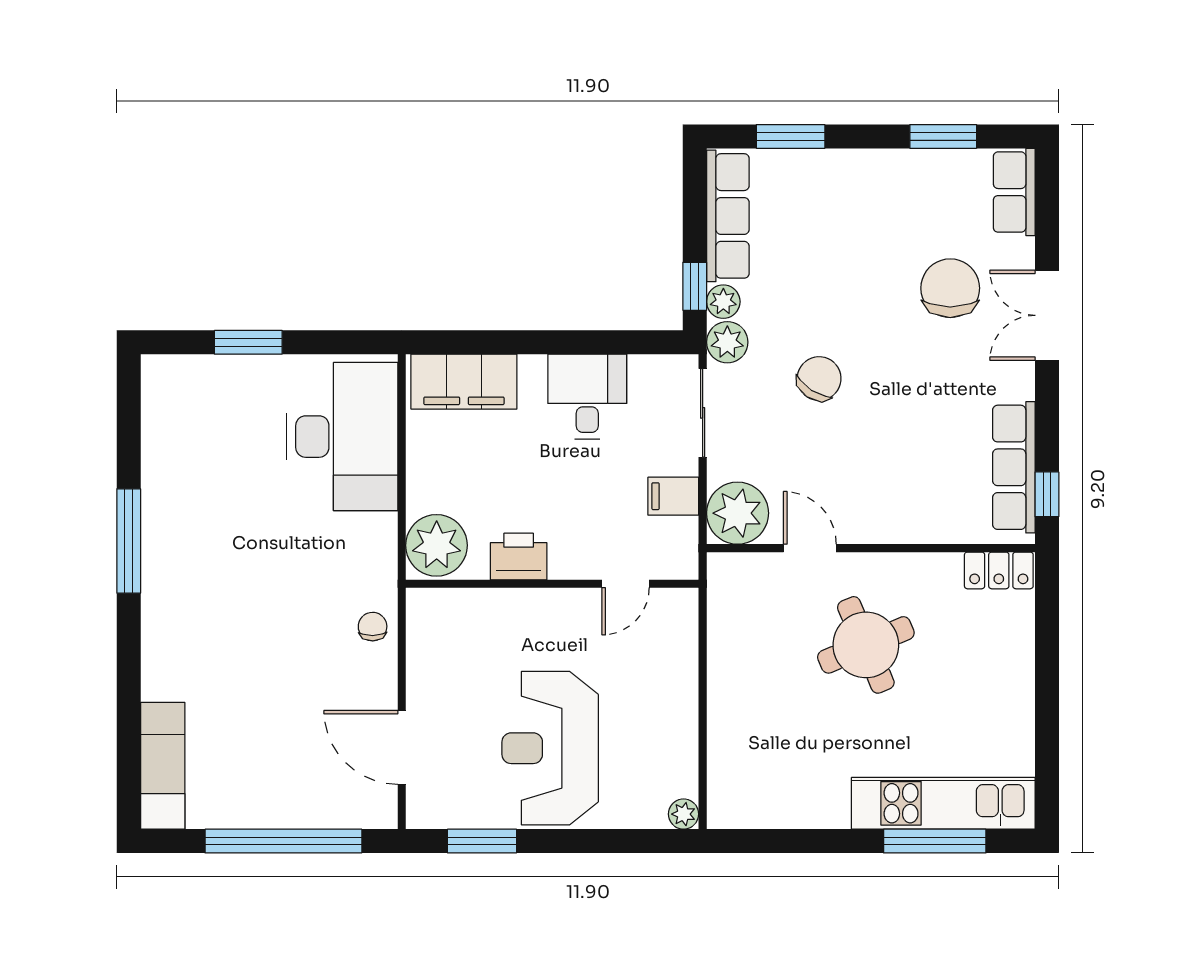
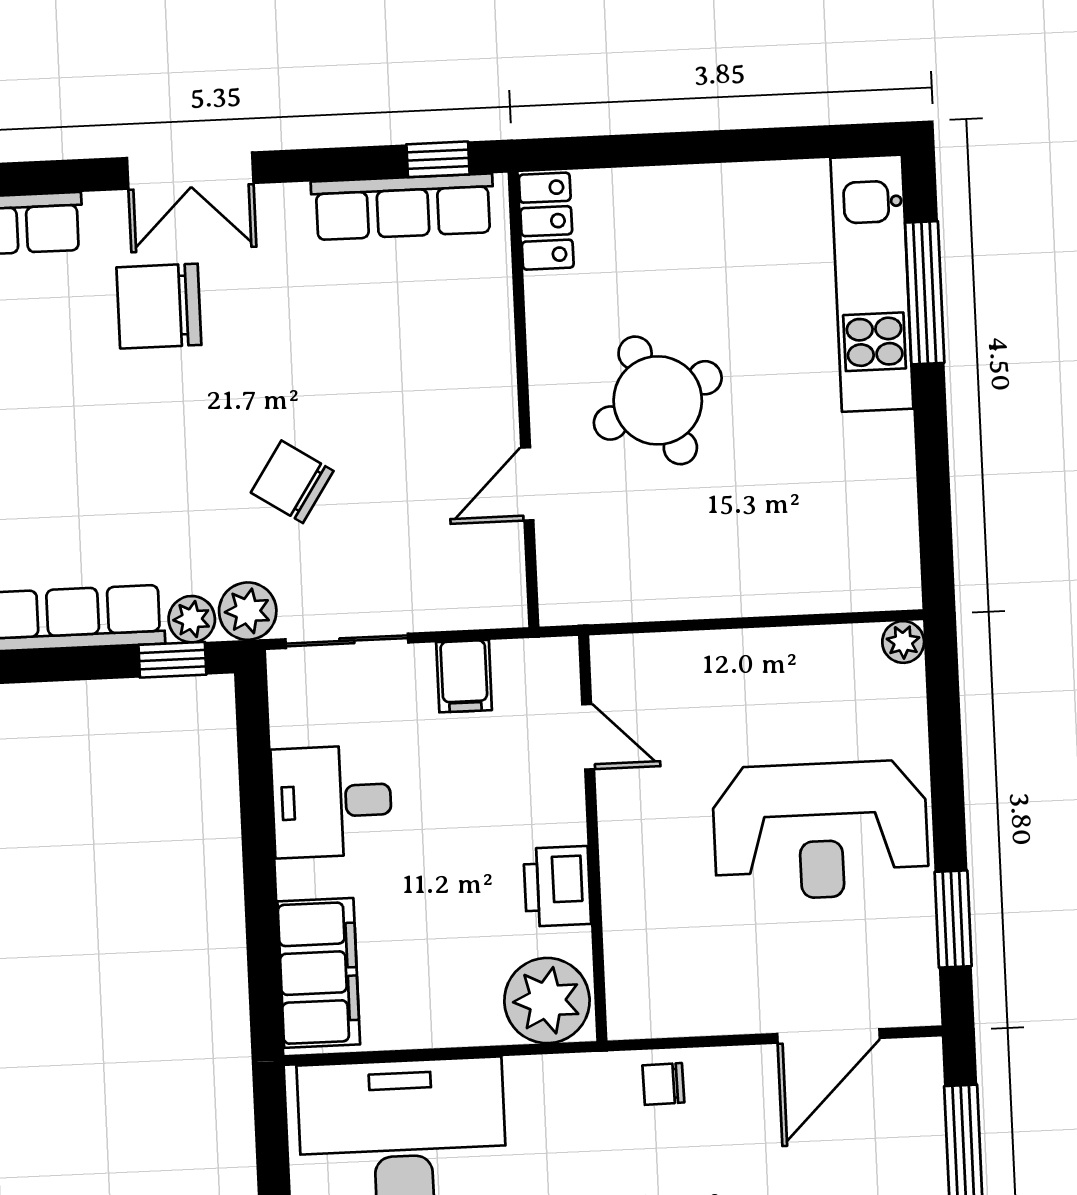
plant: (738, 513) -> (483, 586), removed

